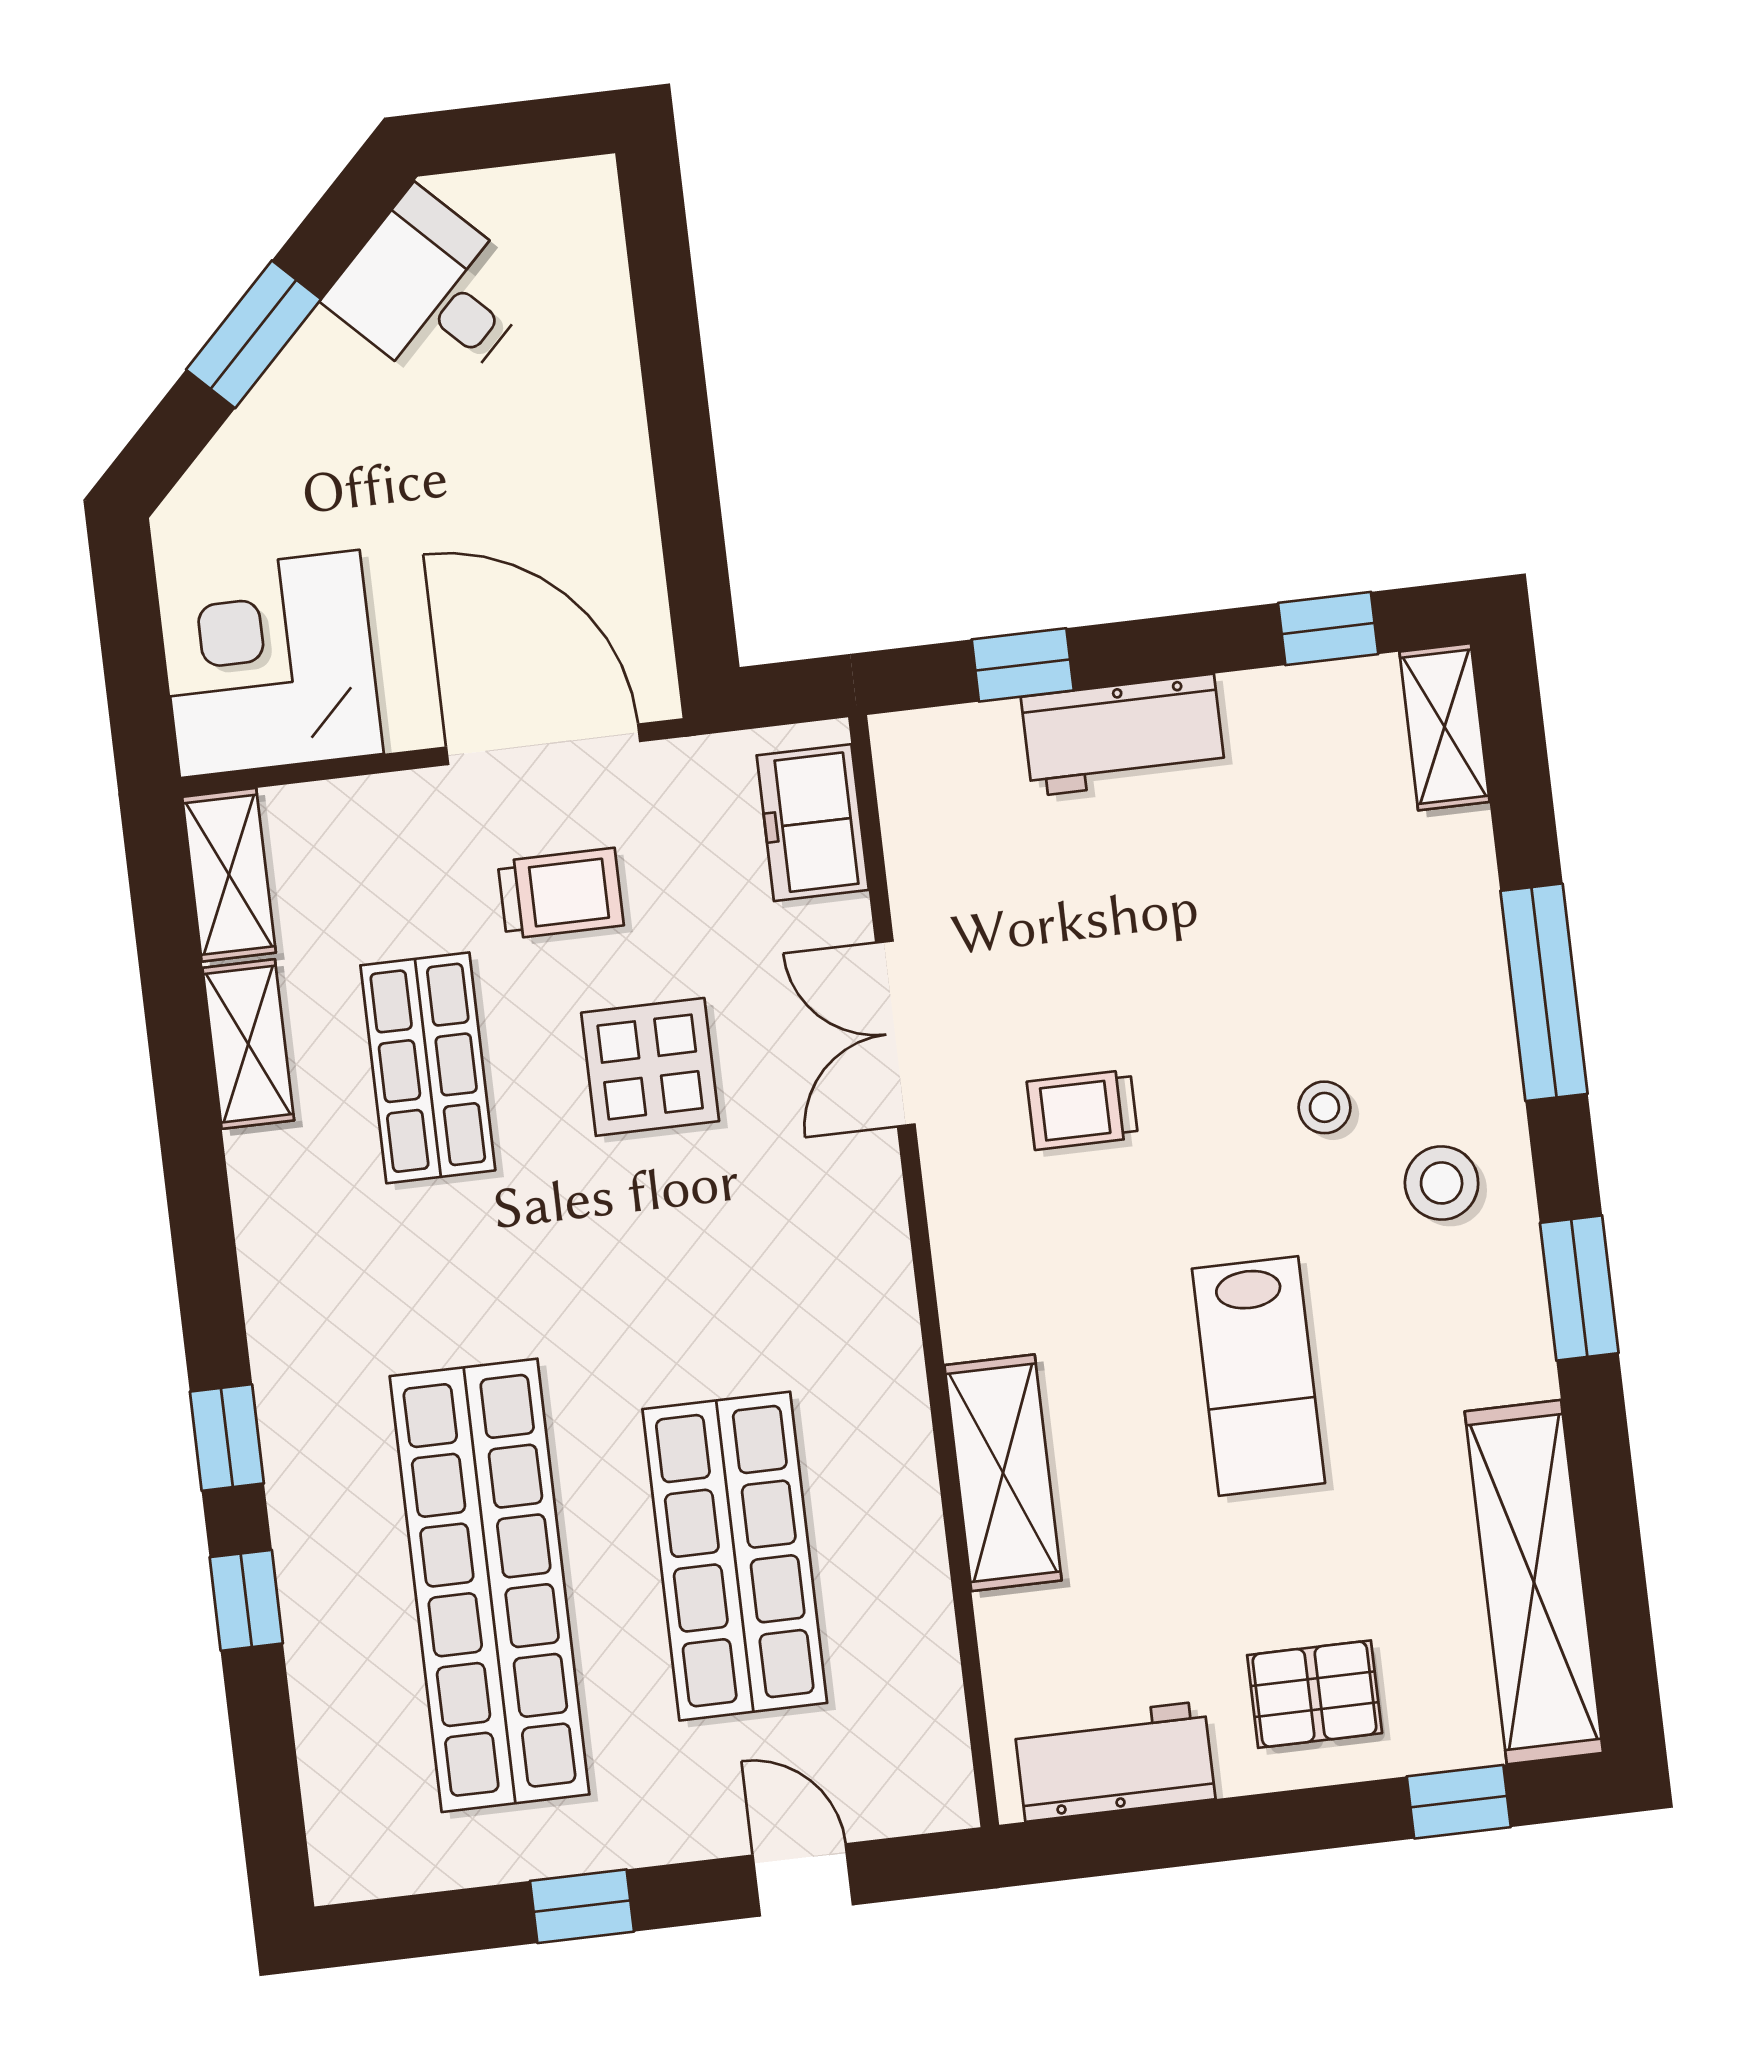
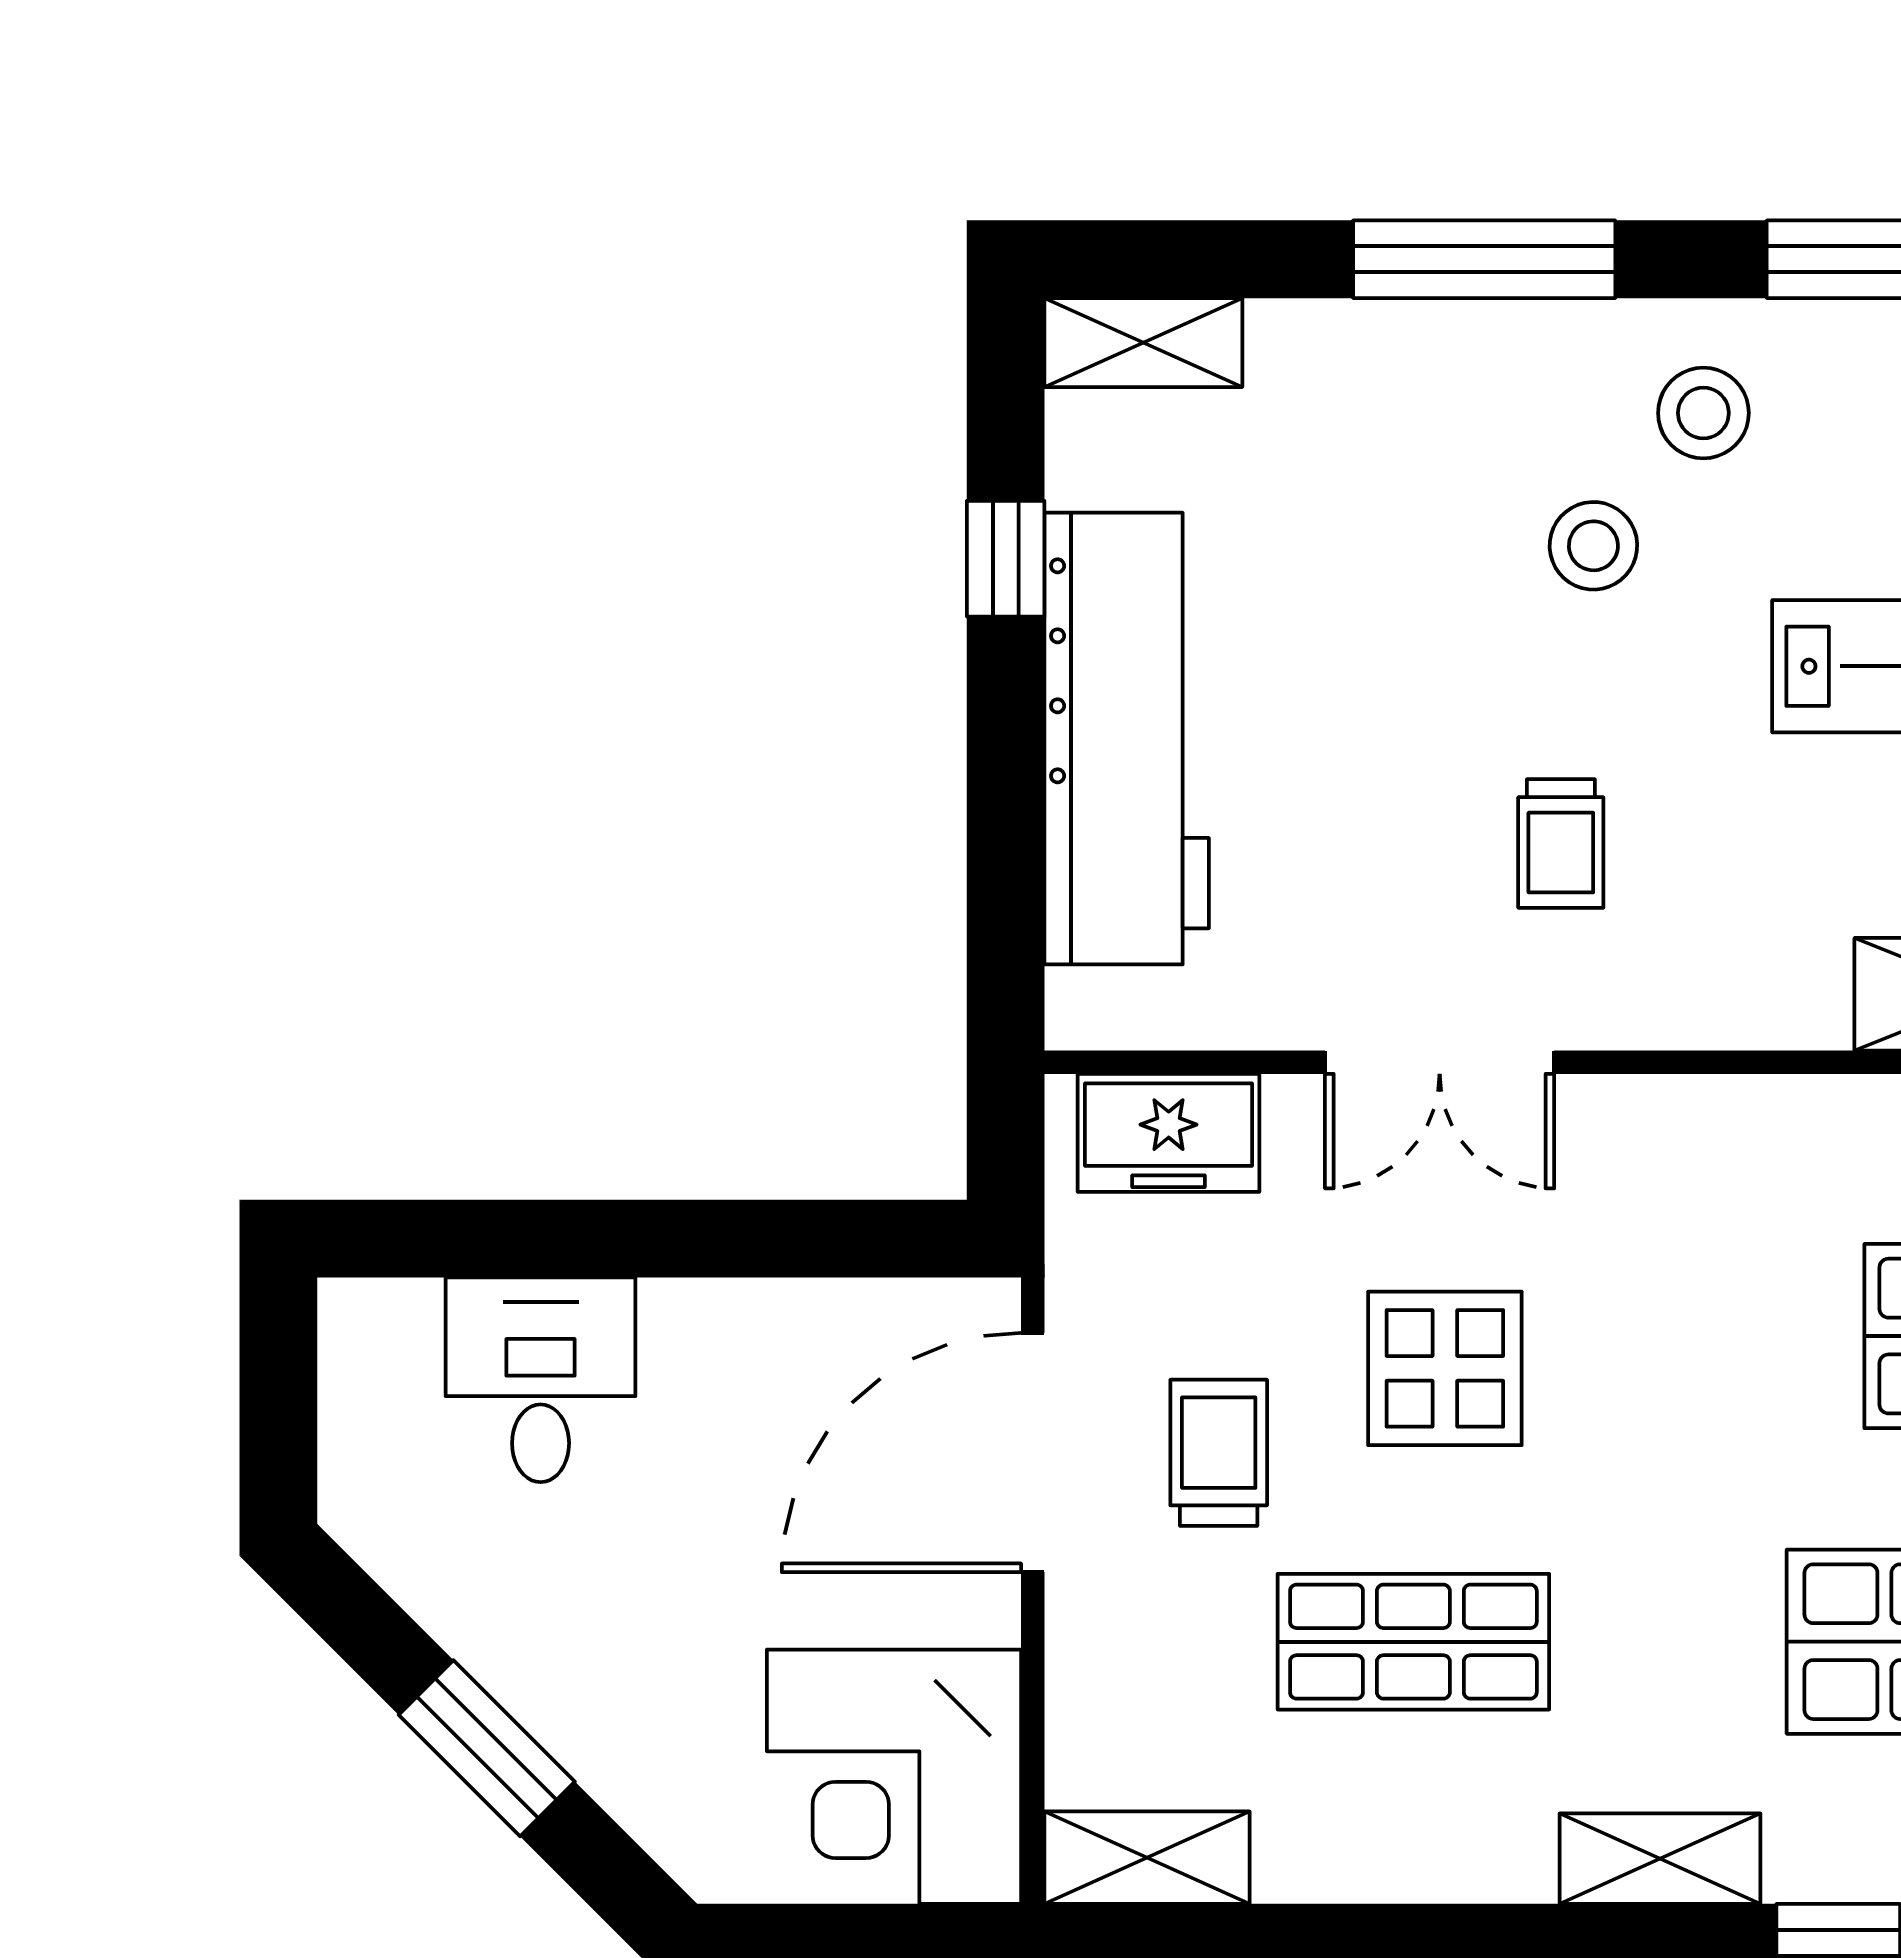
desk: (432, 293) -> (541, 1380), moved, turned 135
window: (1328, 629) -> (1006, 559), moved
window: (1023, 665) -> (1006, 852), removed
workbench: (1123, 735) -> (1127, 739), width x1.88, depth x1.32
shelving: (248, 1044) -> (1660, 1859), moved
stool: (1324, 1107) -> (1593, 546), width x1.37, depth x1.37

